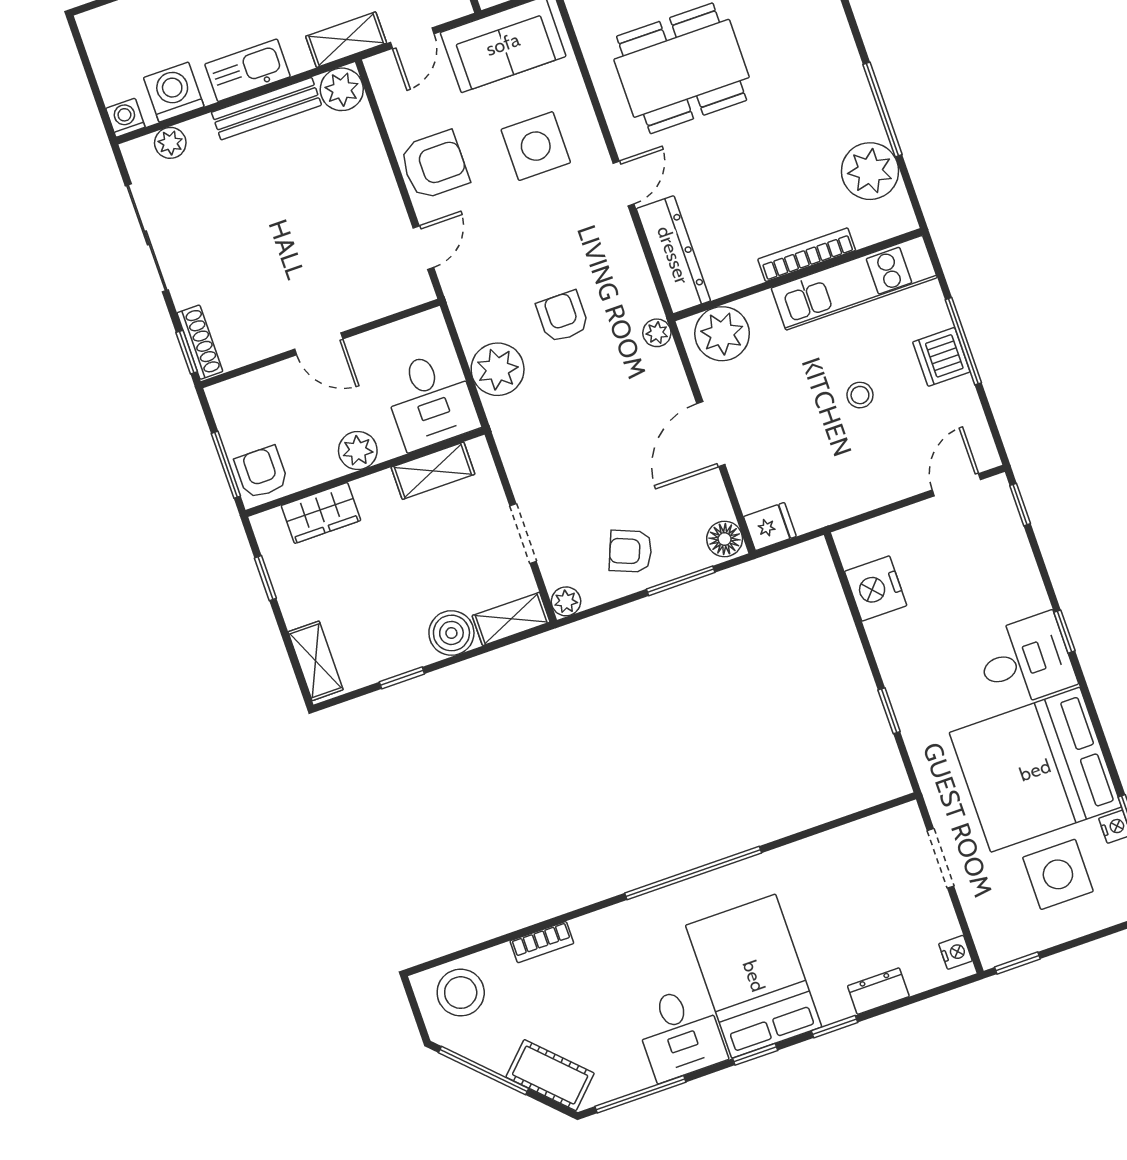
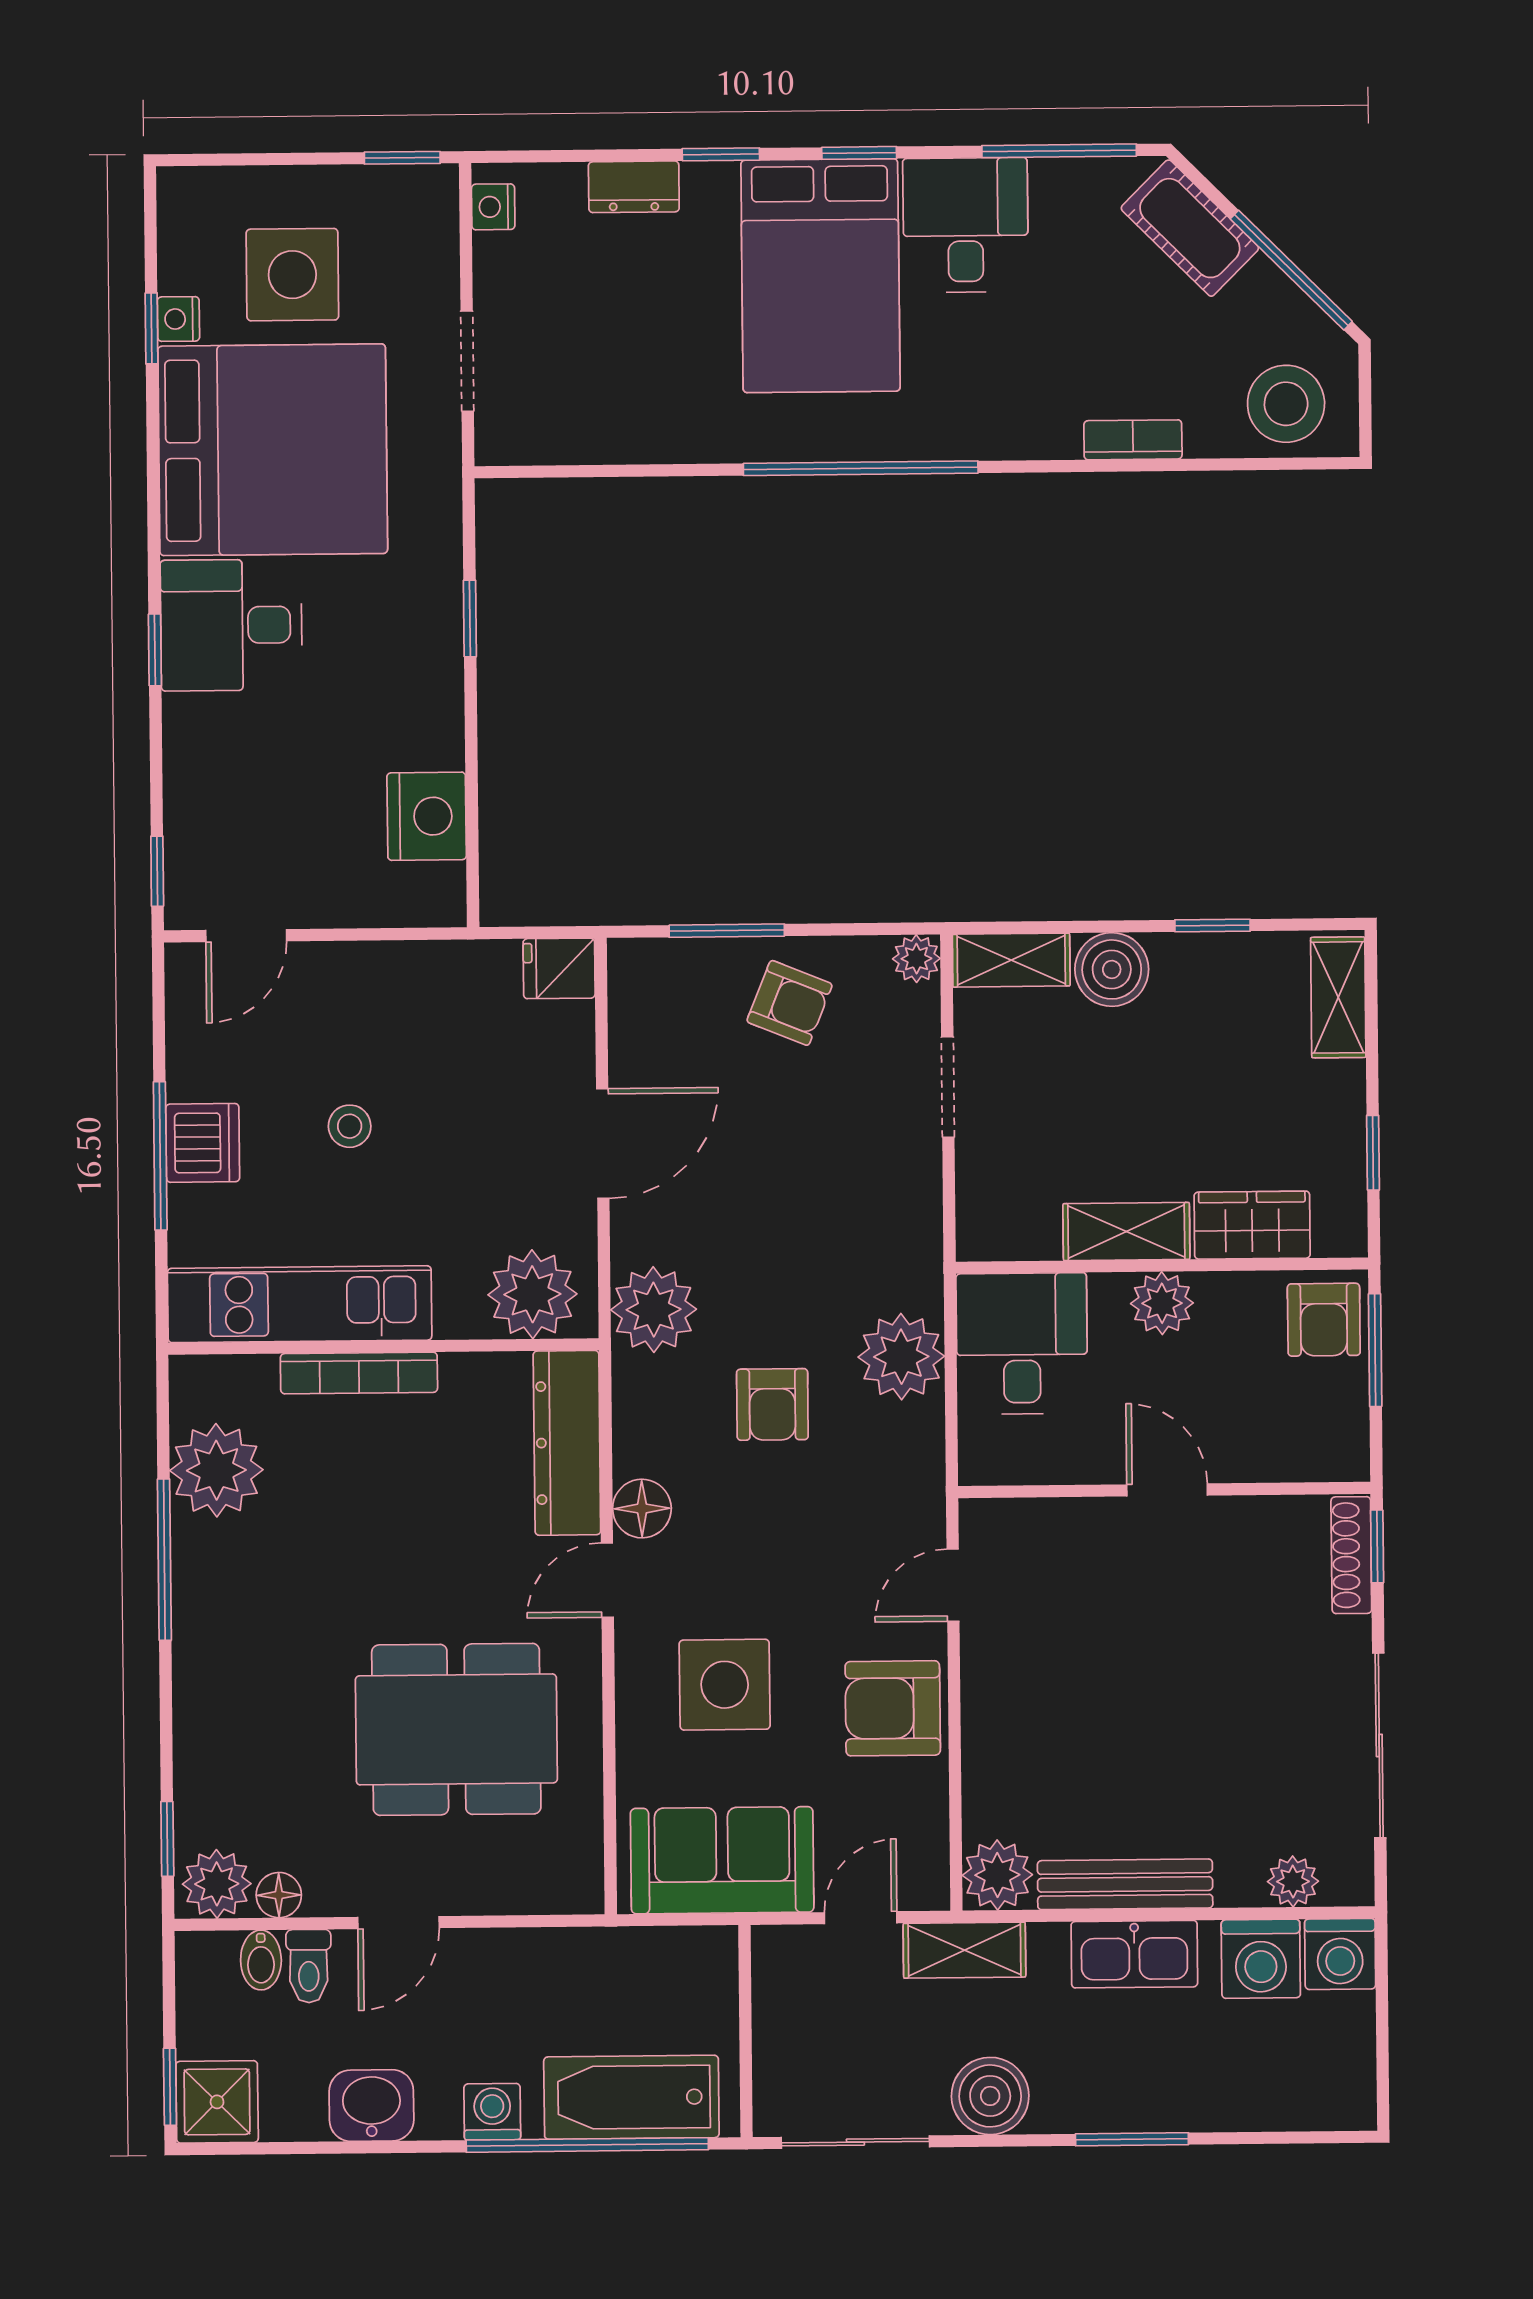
washing machine: (125, 118) -> (1340, 1954), width x1.38, depth x1.38
plant: (657, 333) -> (654, 1310), width x1.88, depth x1.88
shelving: (433, 471) -> (1126, 1232), moved
floor lamp: (725, 539) -> (642, 1509), moved

